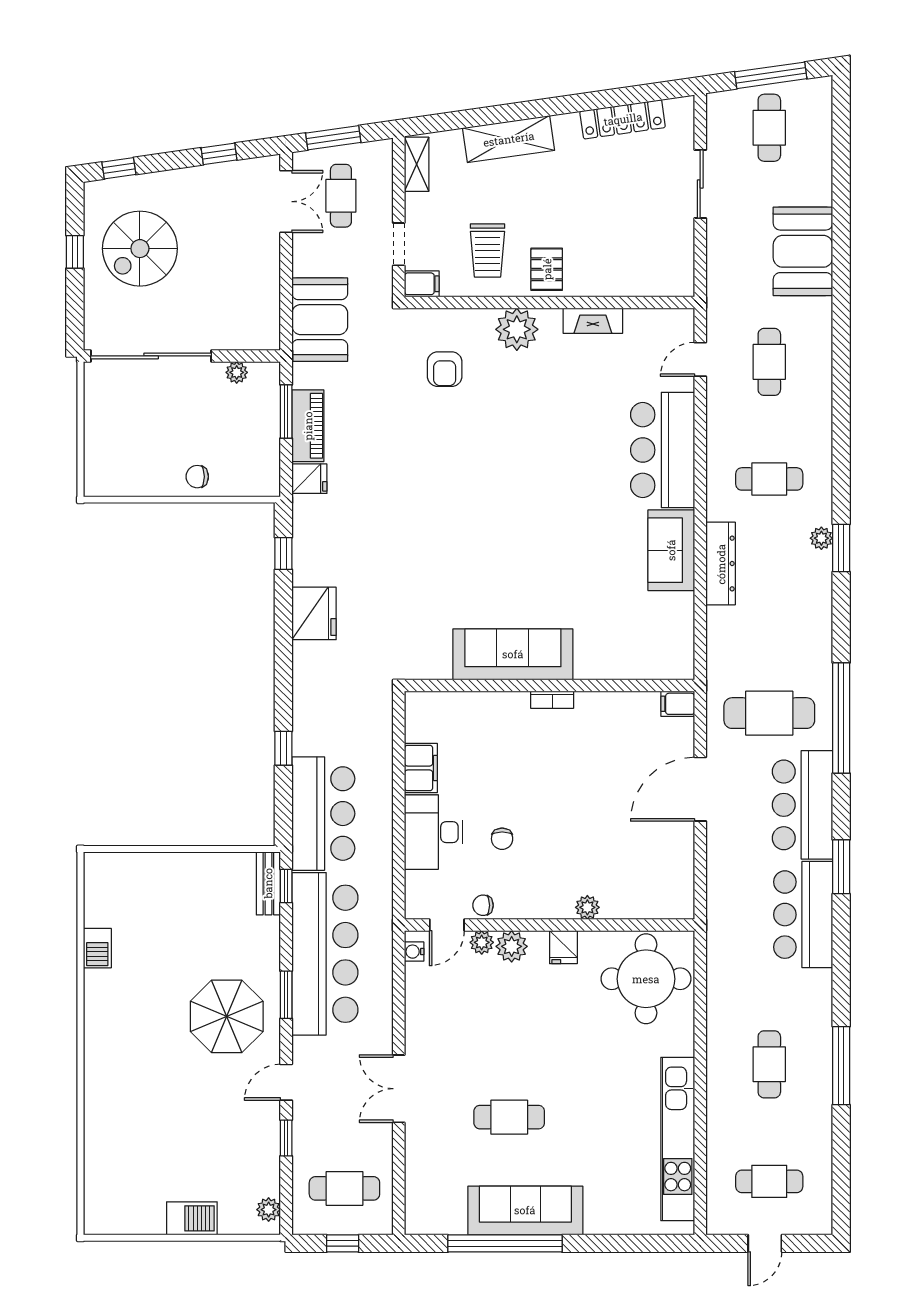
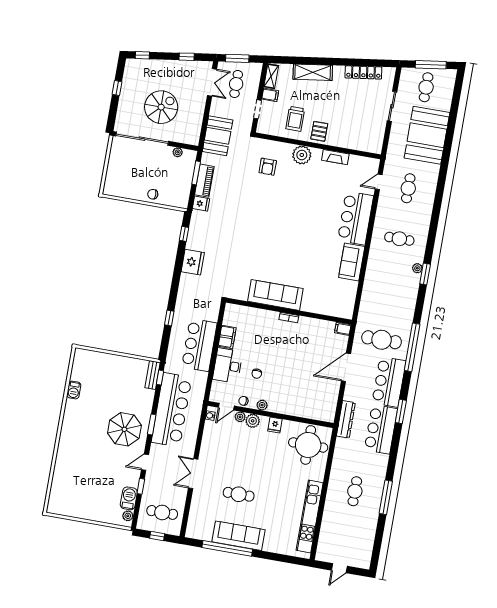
spiral stairs: (140, 249) -> (161, 107), moved, turned 180
booth: (803, 251) -> (427, 135), width x1.36, depth x1.42
filing cabinet: (422, 284) -> (270, 95), moved
dresser: (721, 564) -> (346, 419), moved
bar counter: (323, 814) -> (199, 345), moved, turned 180
plant: (587, 907) -> (262, 405), moved
cafe table: (769, 1181) -> (346, 542), removed
barbecue: (192, 1218) -> (129, 498), moved, turned -90

